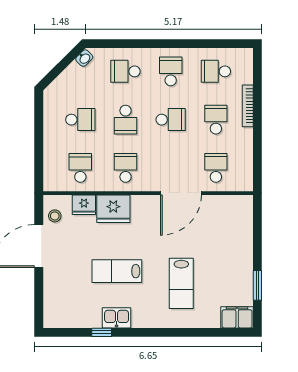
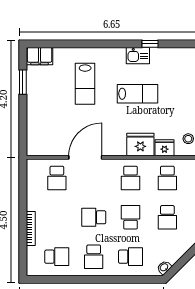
school desk: (80, 120) -> (167, 217), turned -90
school desk: (216, 120) -> (57, 217), removed
lab bench: (181, 283) -> (85, 84), turned 180

